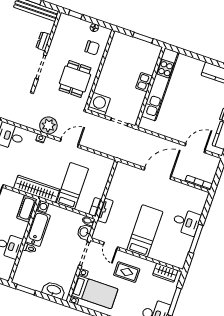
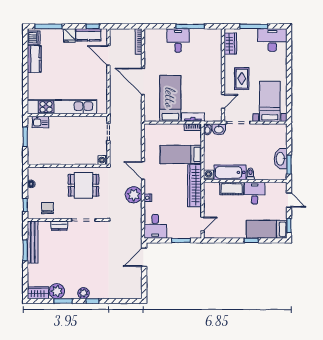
chair: (92, 48) -> (47, 208), moved
kitchen sink: (144, 82) -> (40, 122), moved
washing machine: (99, 104) -> (103, 160), width x0.53, depth x0.53
cot: (27, 209) -> (232, 188), moved
bed: (145, 231) -> (170, 98), moved, turned 90
washbasin: (54, 290) -> (281, 159), moved

